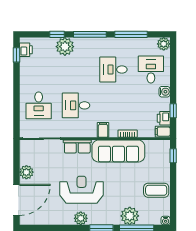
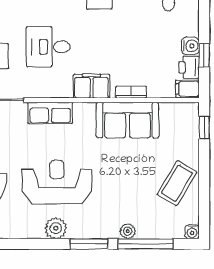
water cooler: (165, 92) -> (190, 46), moved
filing cabinet: (103, 130) -> (92, 86), width x2.00
sofa: (118, 151) -> (128, 120), width x0.73
coffee table: (156, 190) -> (177, 183), turned -59
plant: (130, 216) -> (128, 231), width x0.53, depth x0.53

